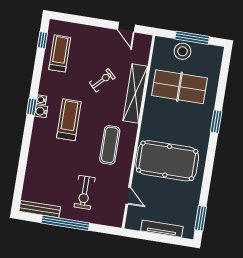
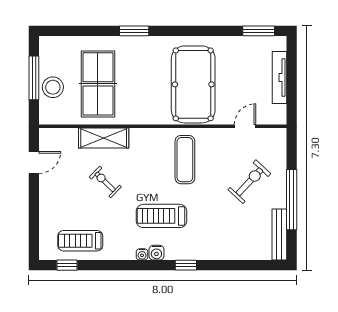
shelving: (135, 94) -> (104, 138), width x0.68
window: (32, 107) -> (186, 265), moved
exercise mat: (110, 145) -> (185, 160), turned 90
exercise bike: (85, 192) -> (249, 182), turned -47

